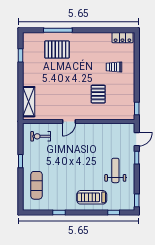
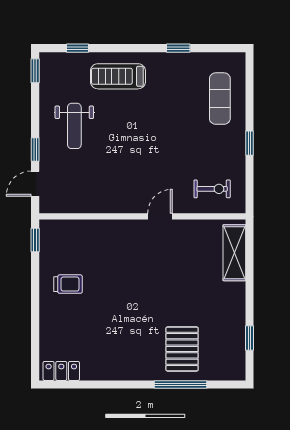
pallet: (57, 50) -> (182, 349), turned 90
trolley: (114, 67) -> (68, 284), moved
pallet: (98, 94) -> (106, 267), removed
treadmill: (92, 197) -> (118, 76), turned 180

